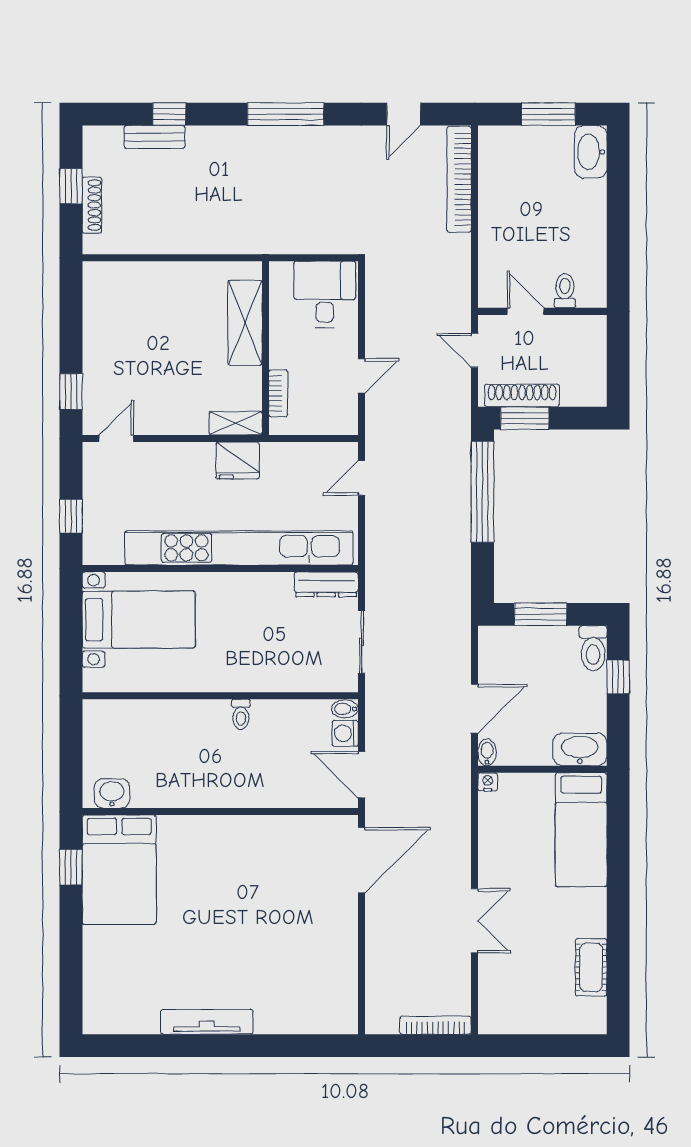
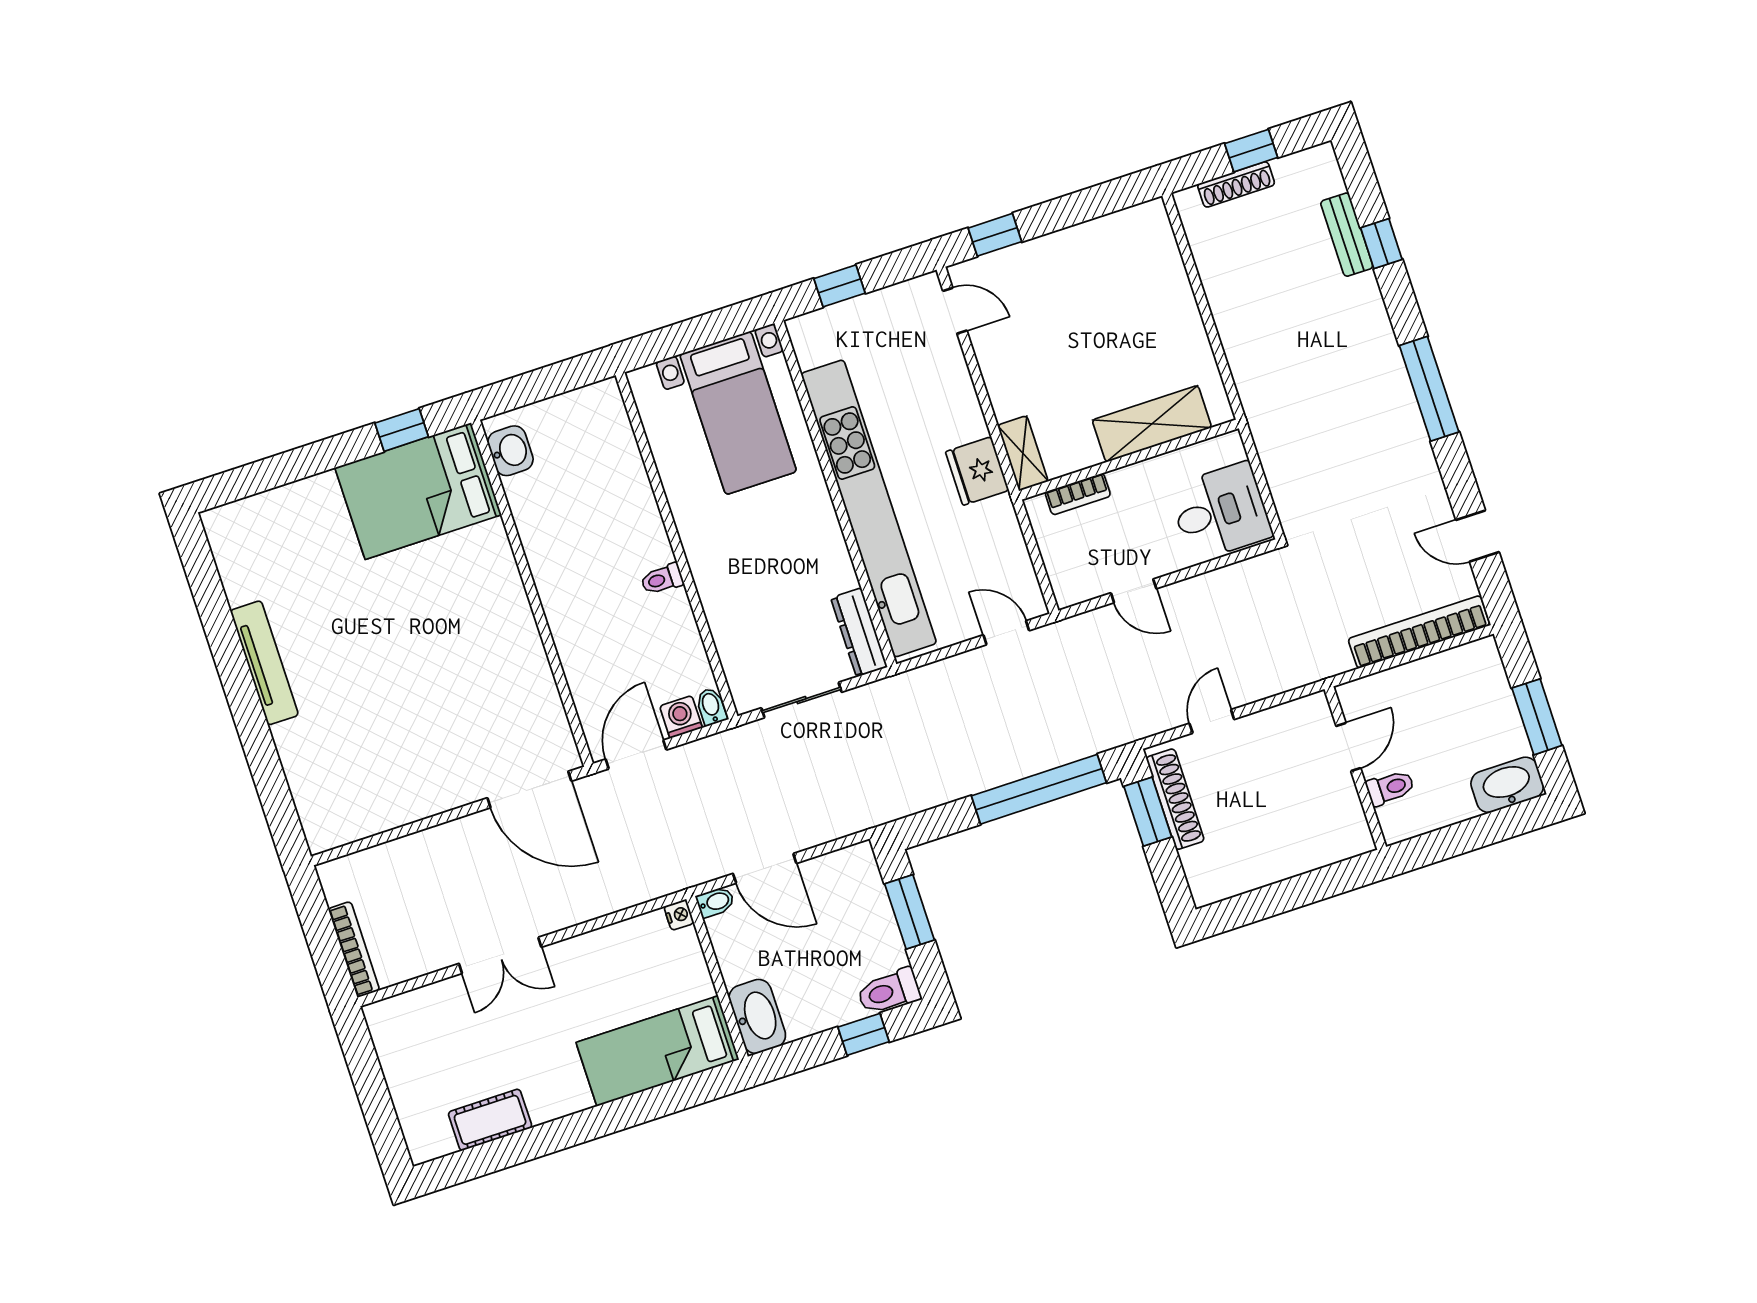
toilet: (565, 291) -> (1390, 788), moved
door: (526, 311) -> (1348, 747), moved
wall: (542, 311) -> (1355, 768), moved

